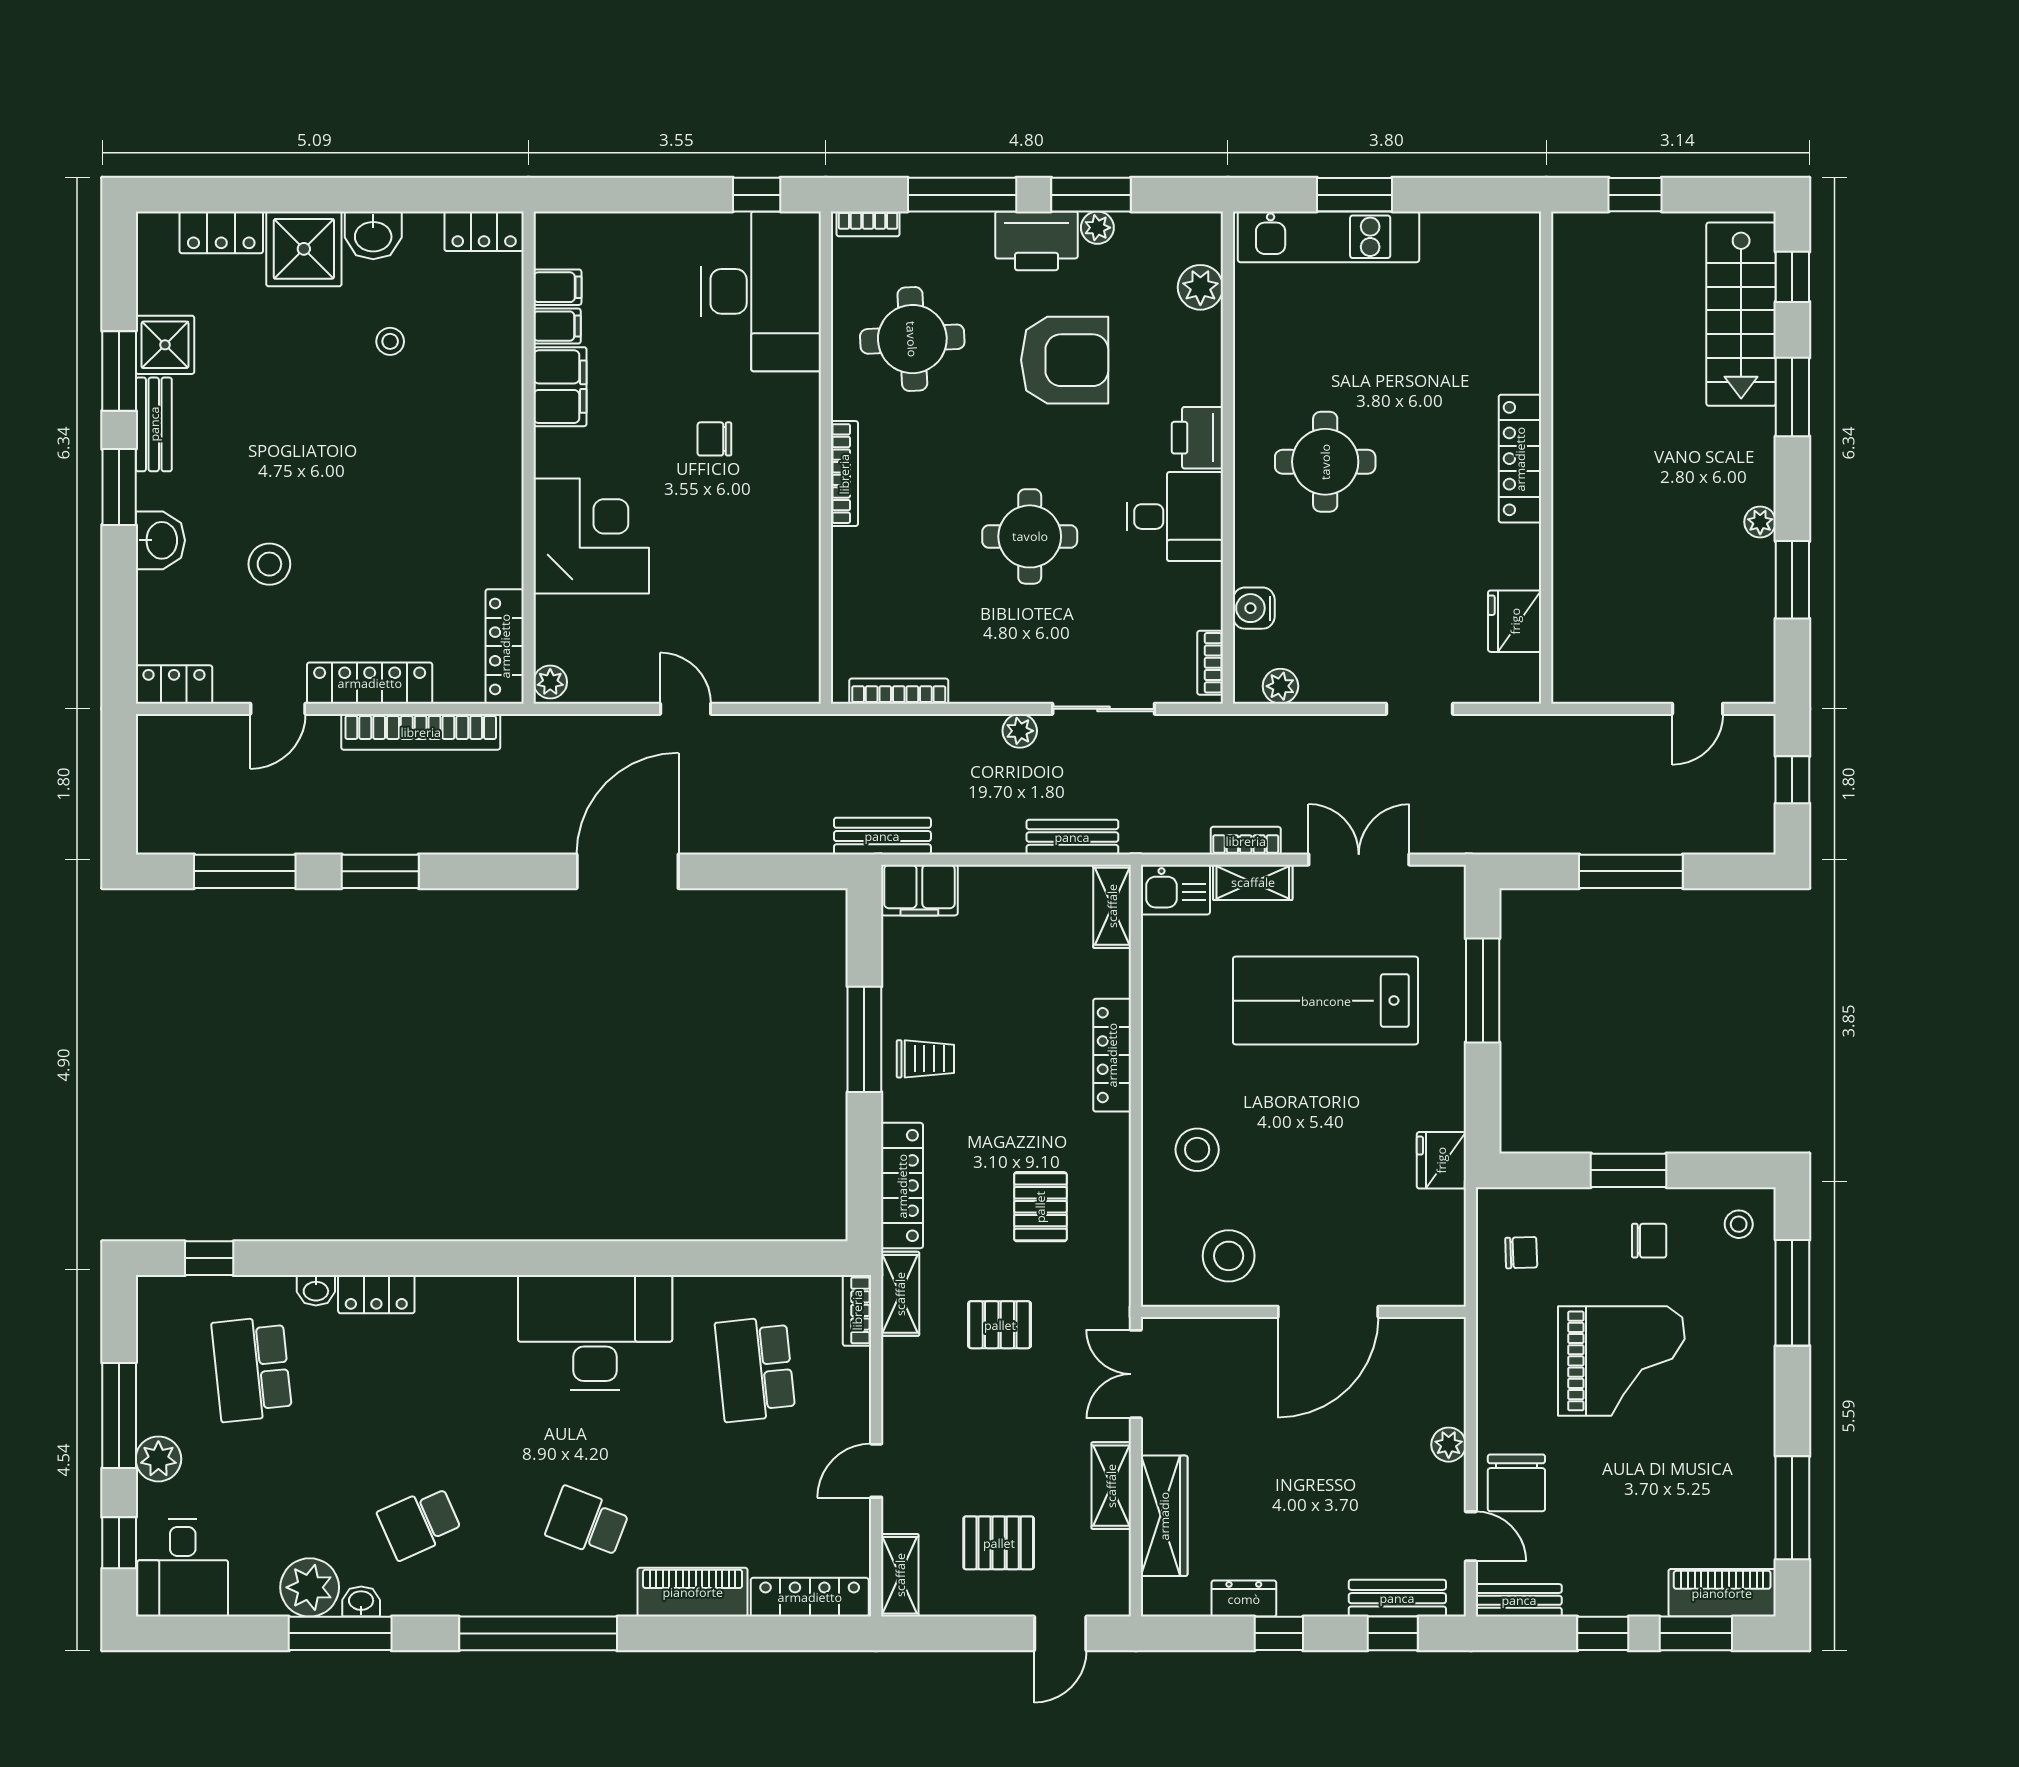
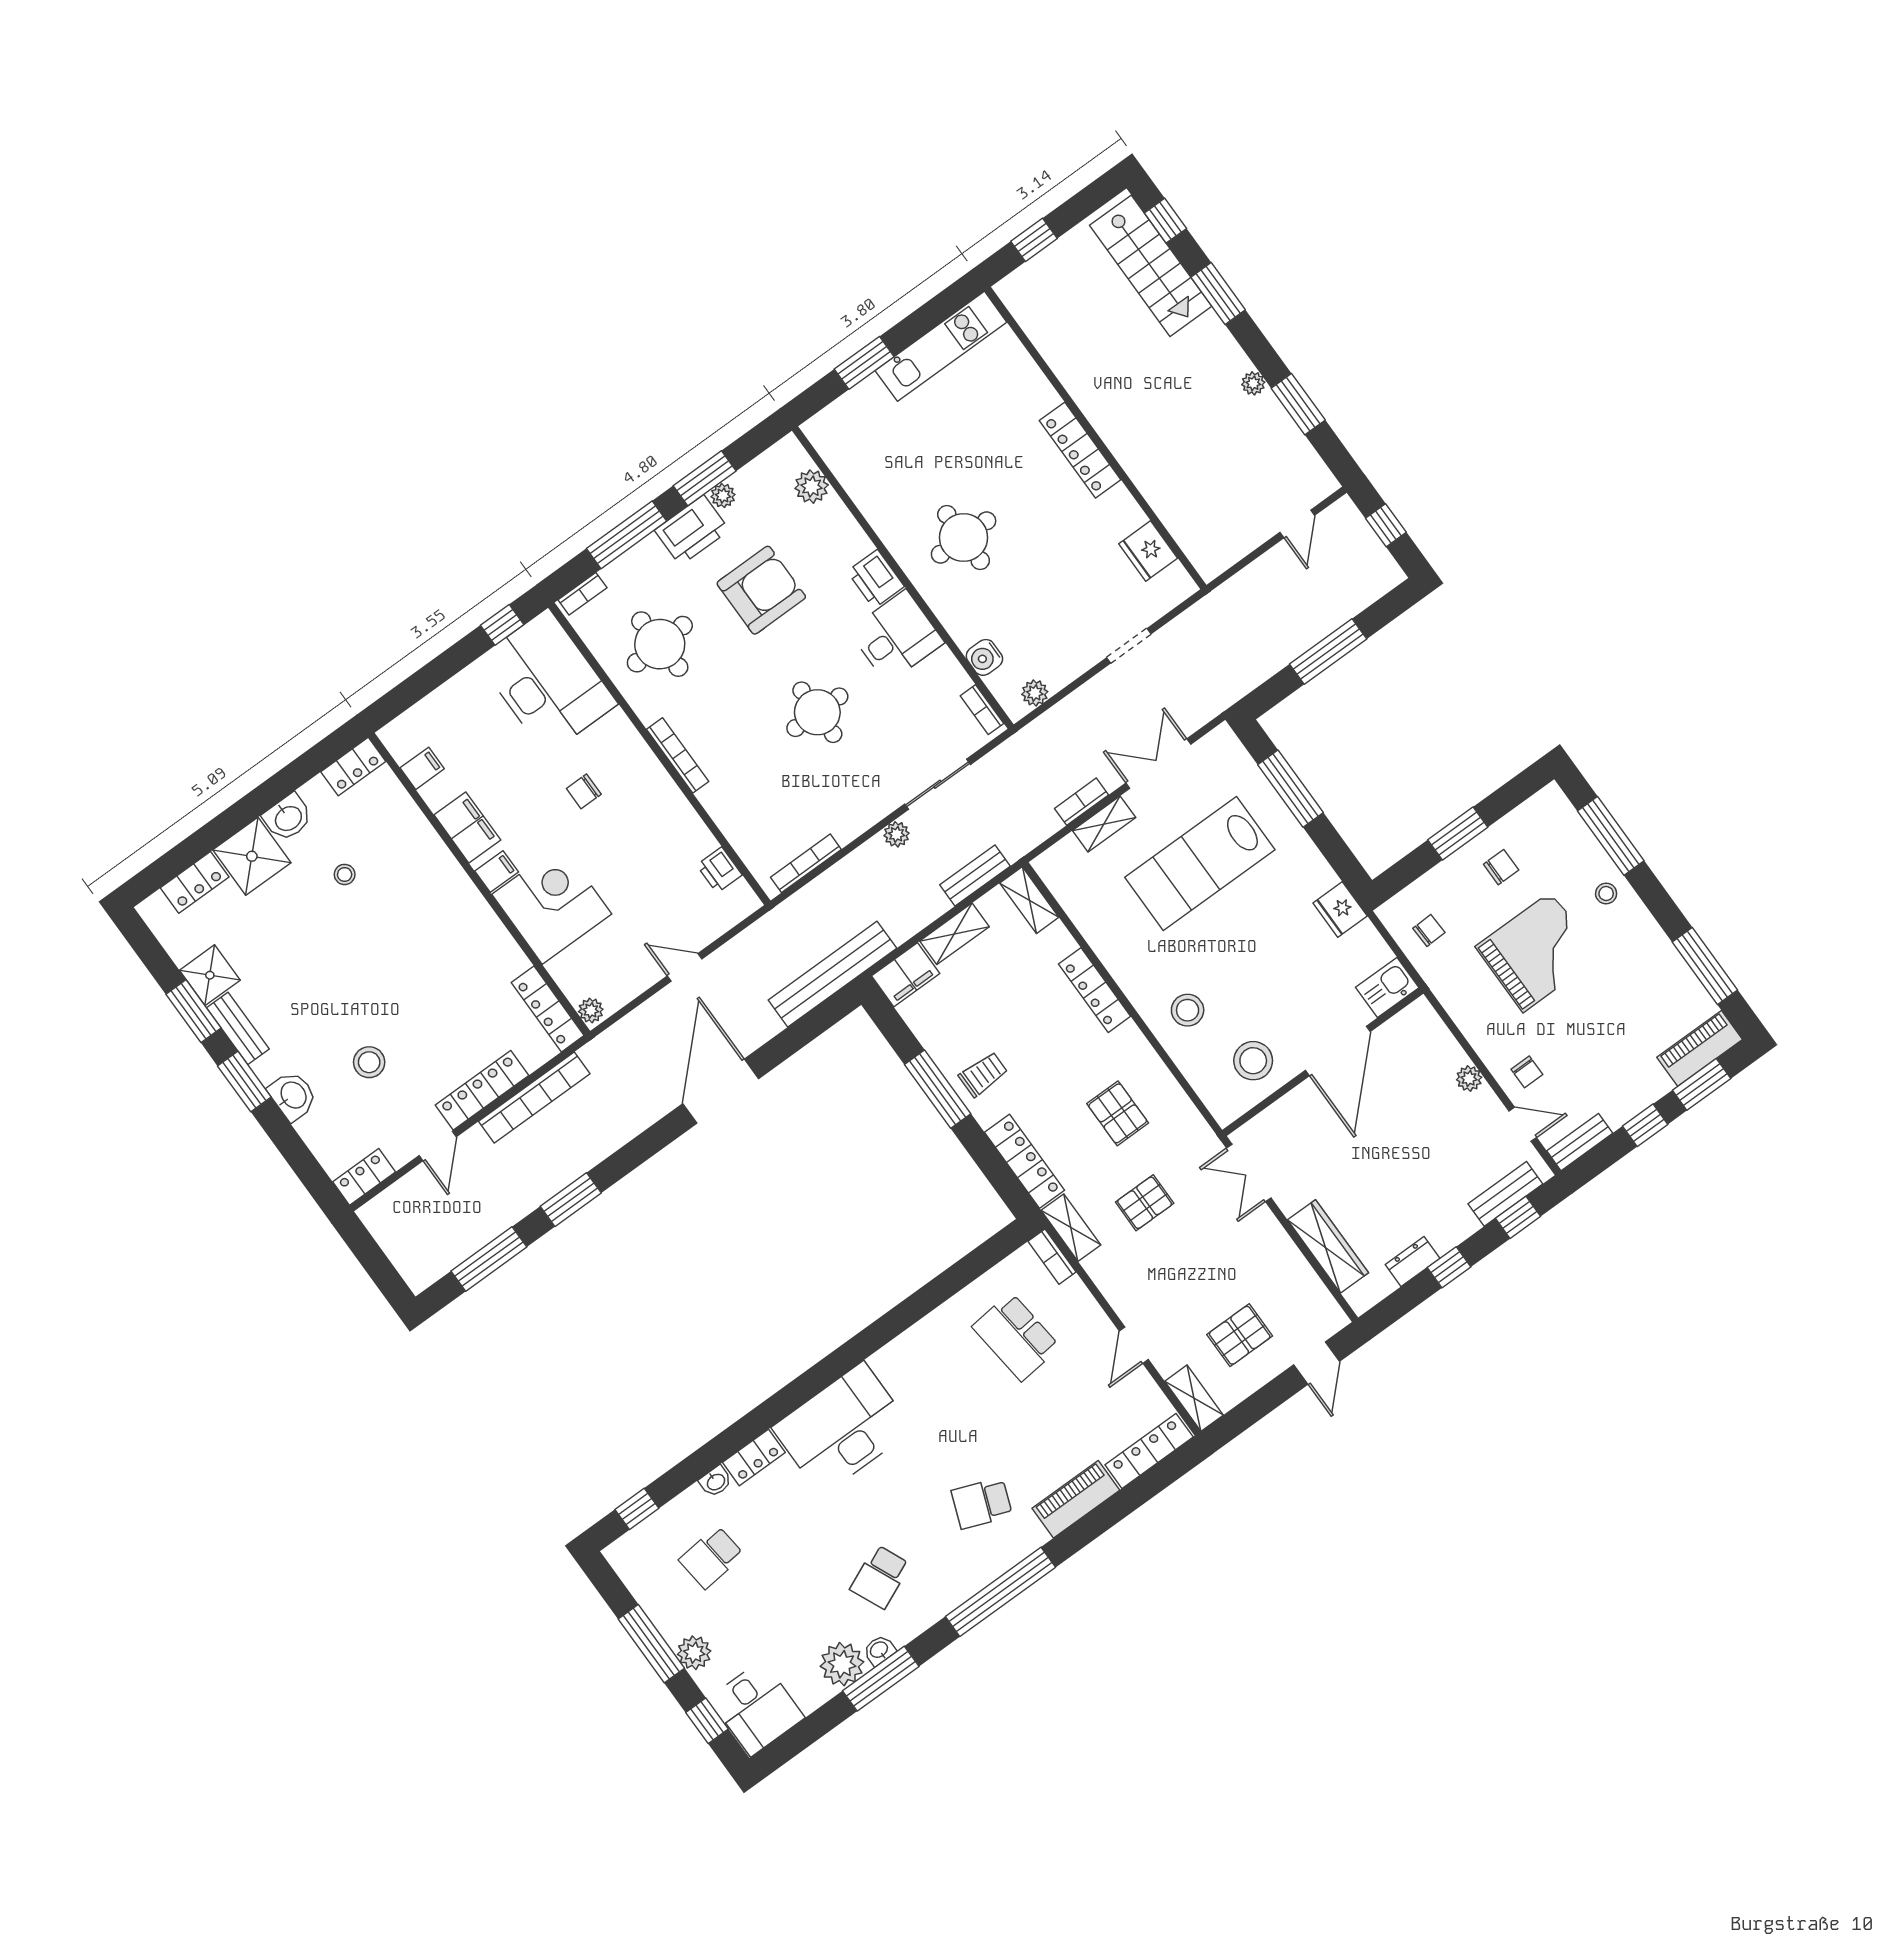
kitchen unit: (1328, 237) -> (941, 346), moved
filing cabinet: (557, 326) -> (497, 871), moved
printer: (800, 630) -> (719, 870), added
bench: (882, 836) -> (832, 974), width x1.86, depth x1.21
kitchen sink: (1175, 890) -> (1387, 987), moved, turned 180
stool: (1739, 1224) -> (1606, 894), moved
desk: (595, 1333) -> (842, 1429), moved
school desk: (252, 1369) -> (711, 1557), width x0.54
chair: (1516, 1483) -> (1527, 1072), width x0.54, depth x0.54
shelving: (1111, 1486) -> (954, 934), moved, turned 90

